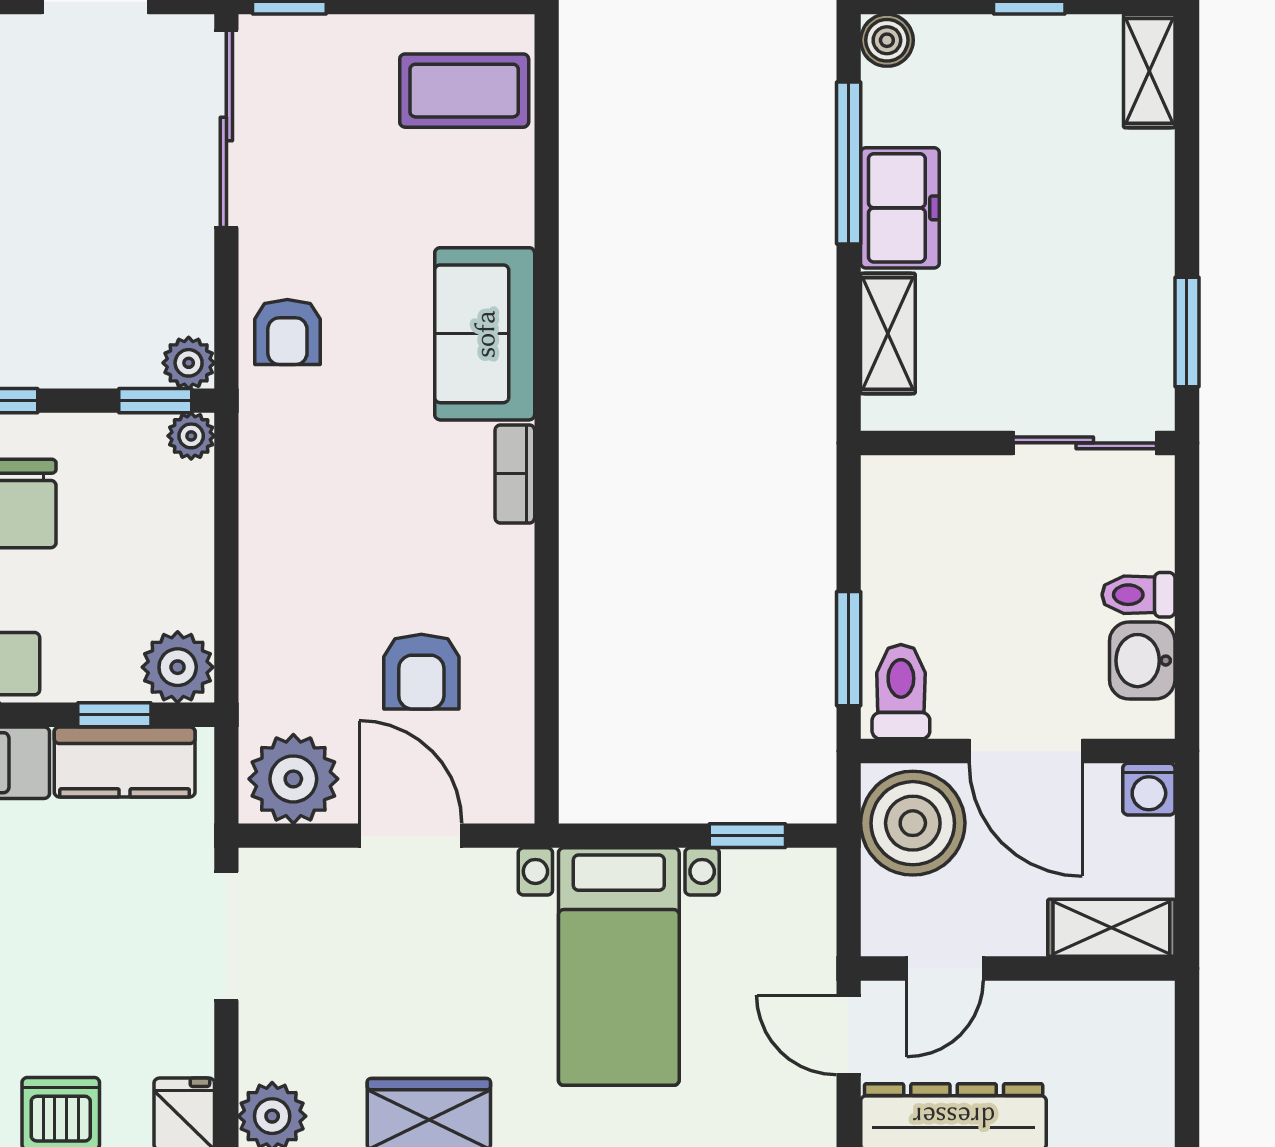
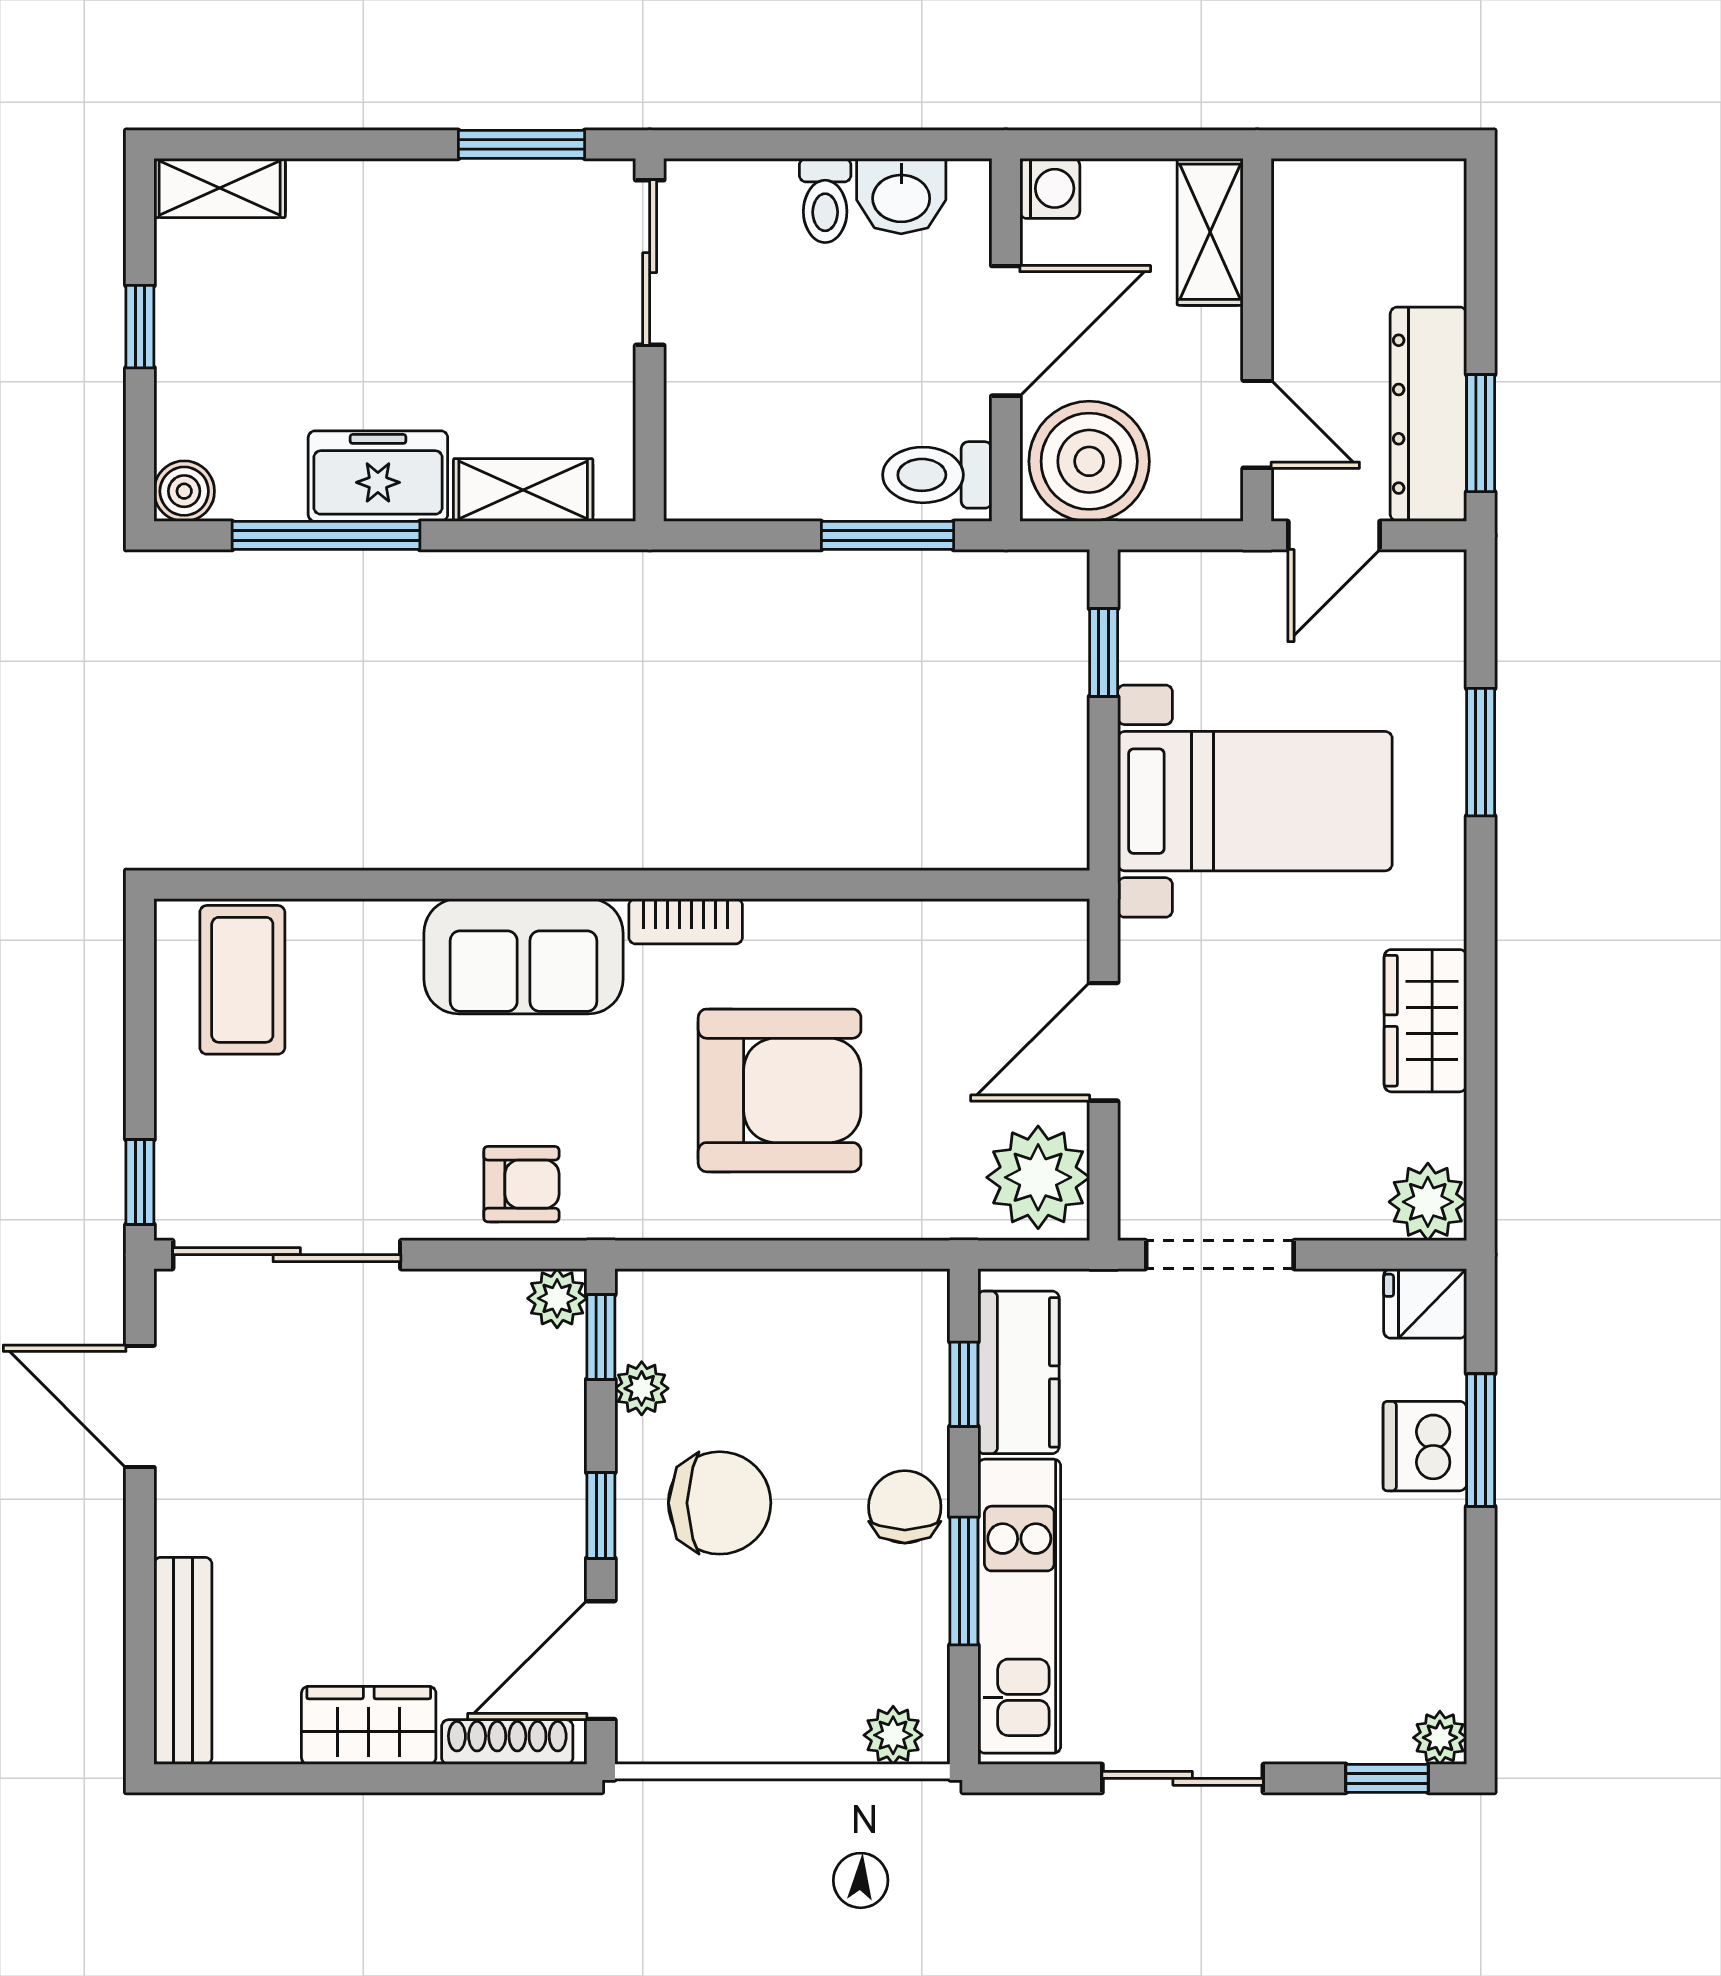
plant: (191, 436) -> (642, 1388), moved
plant: (178, 667) -> (909, 1311), removed
armchair: (421, 672) -> (780, 1090), moved, width x1.88, depth x1.88

